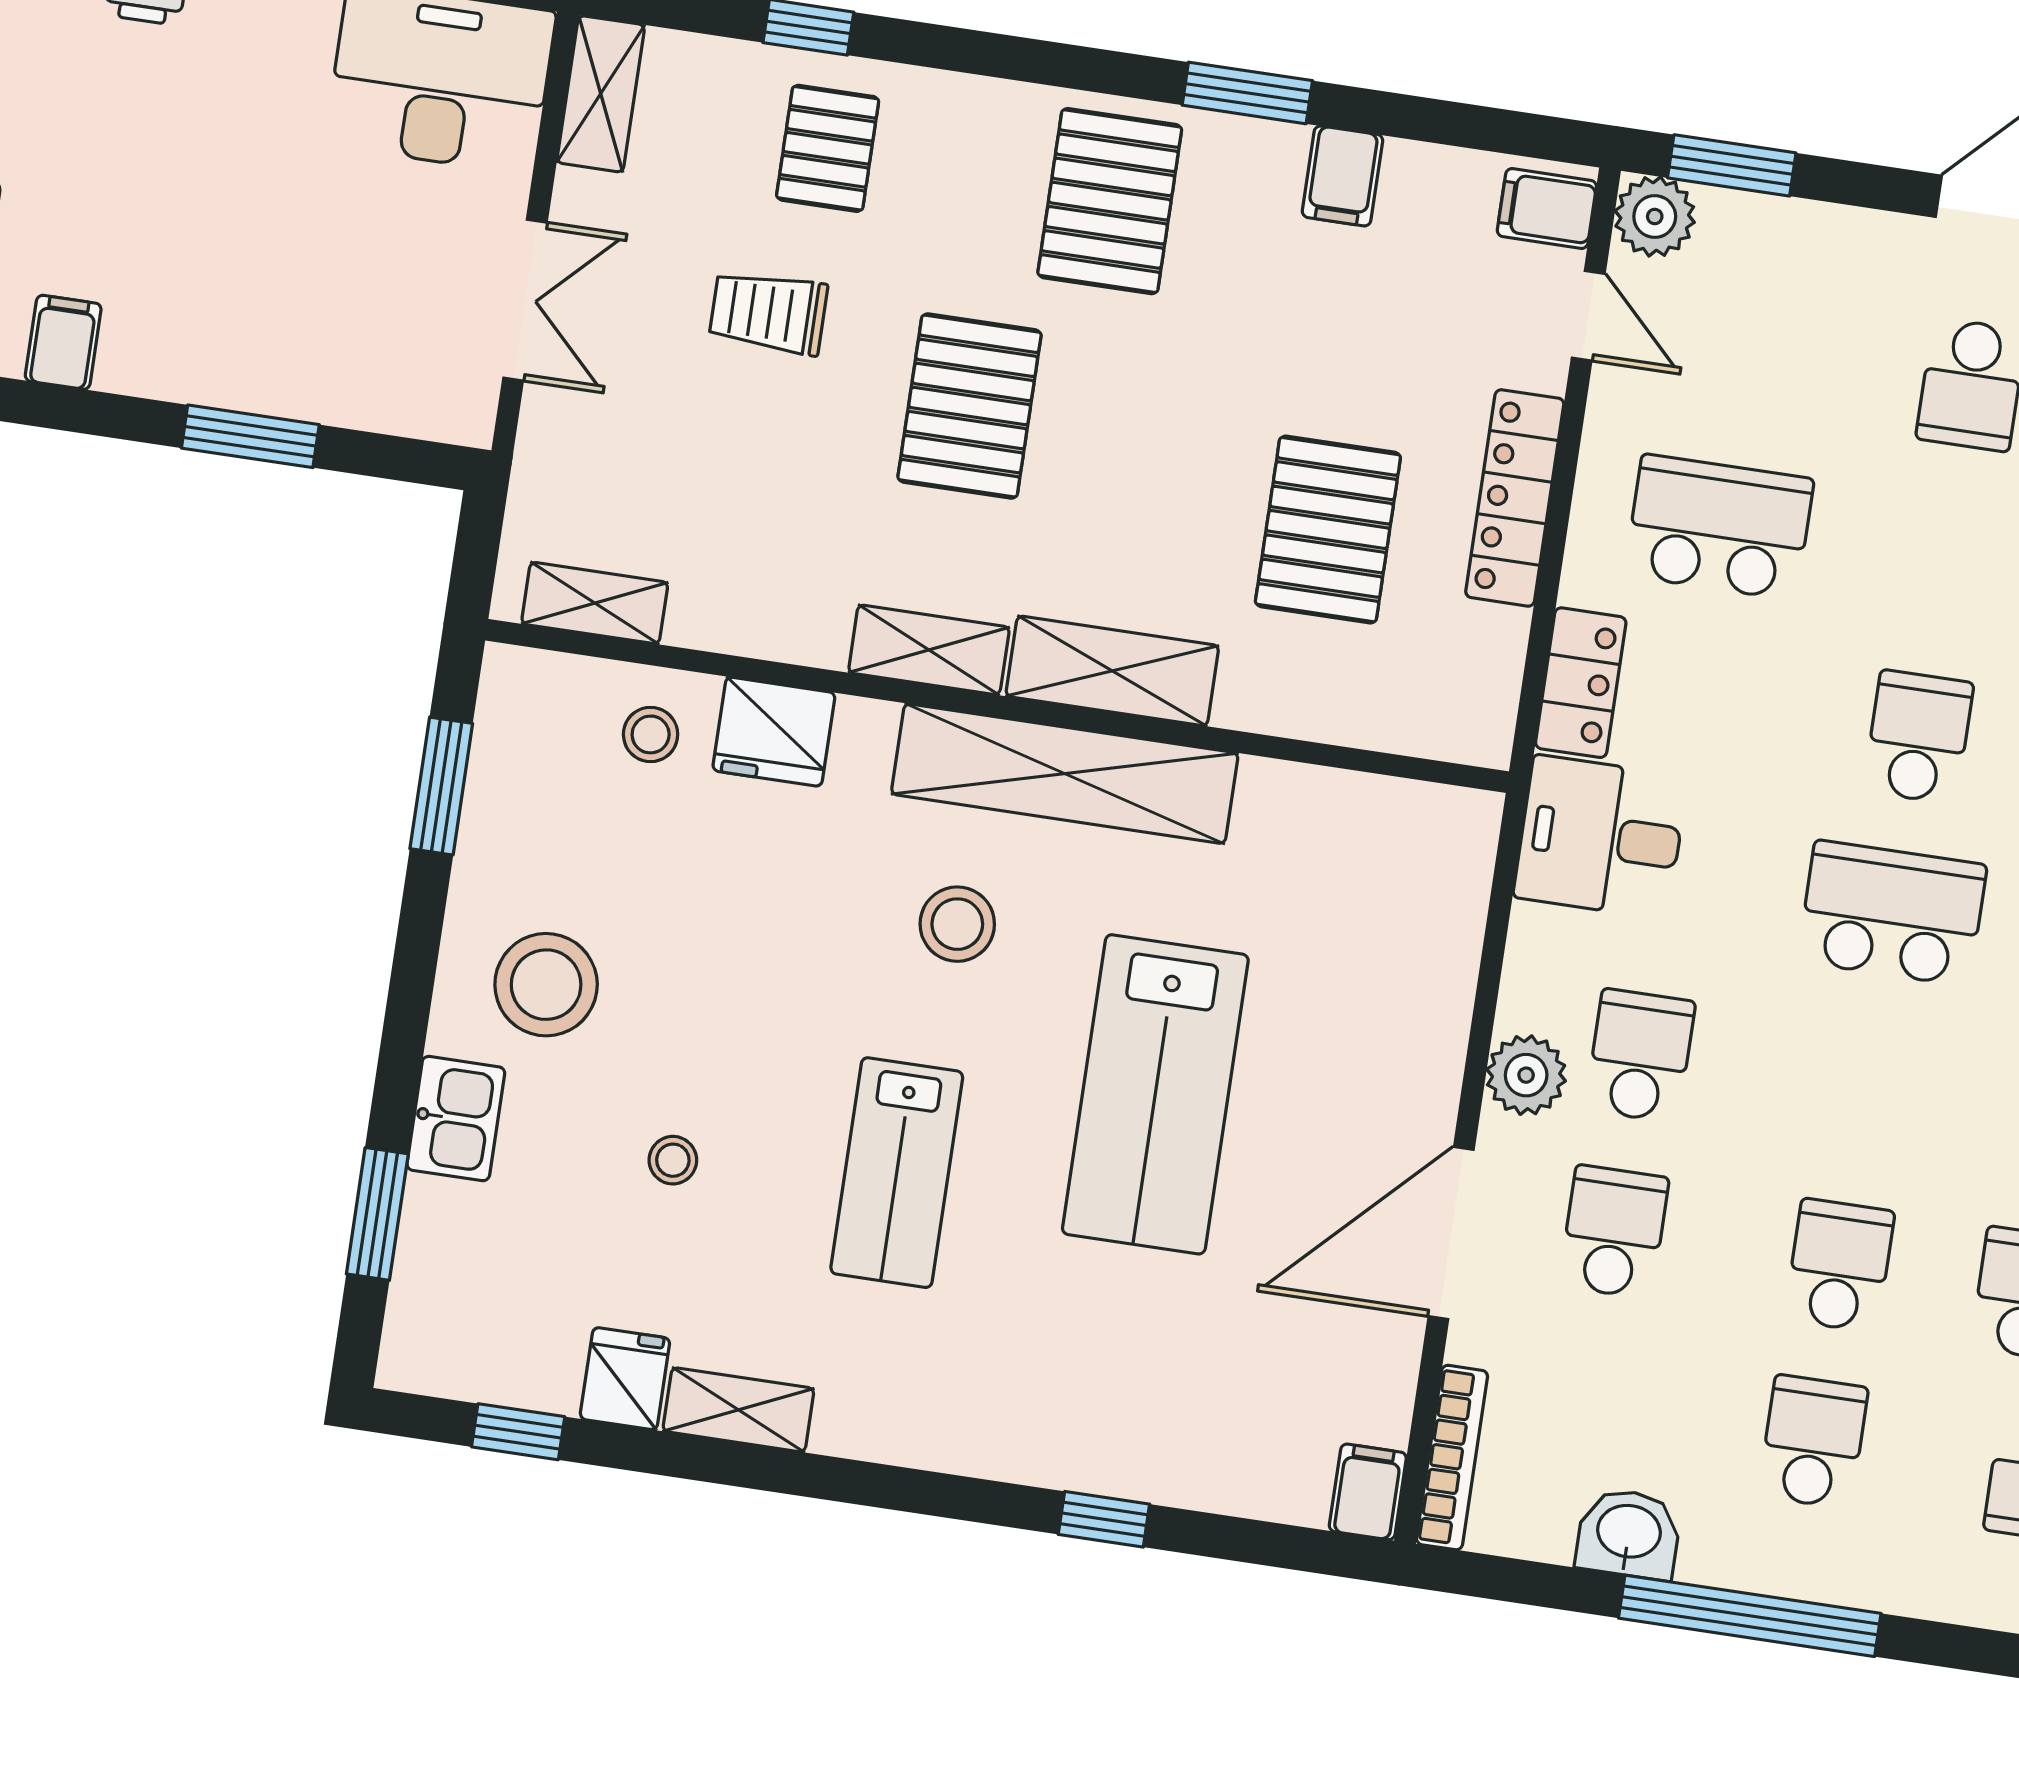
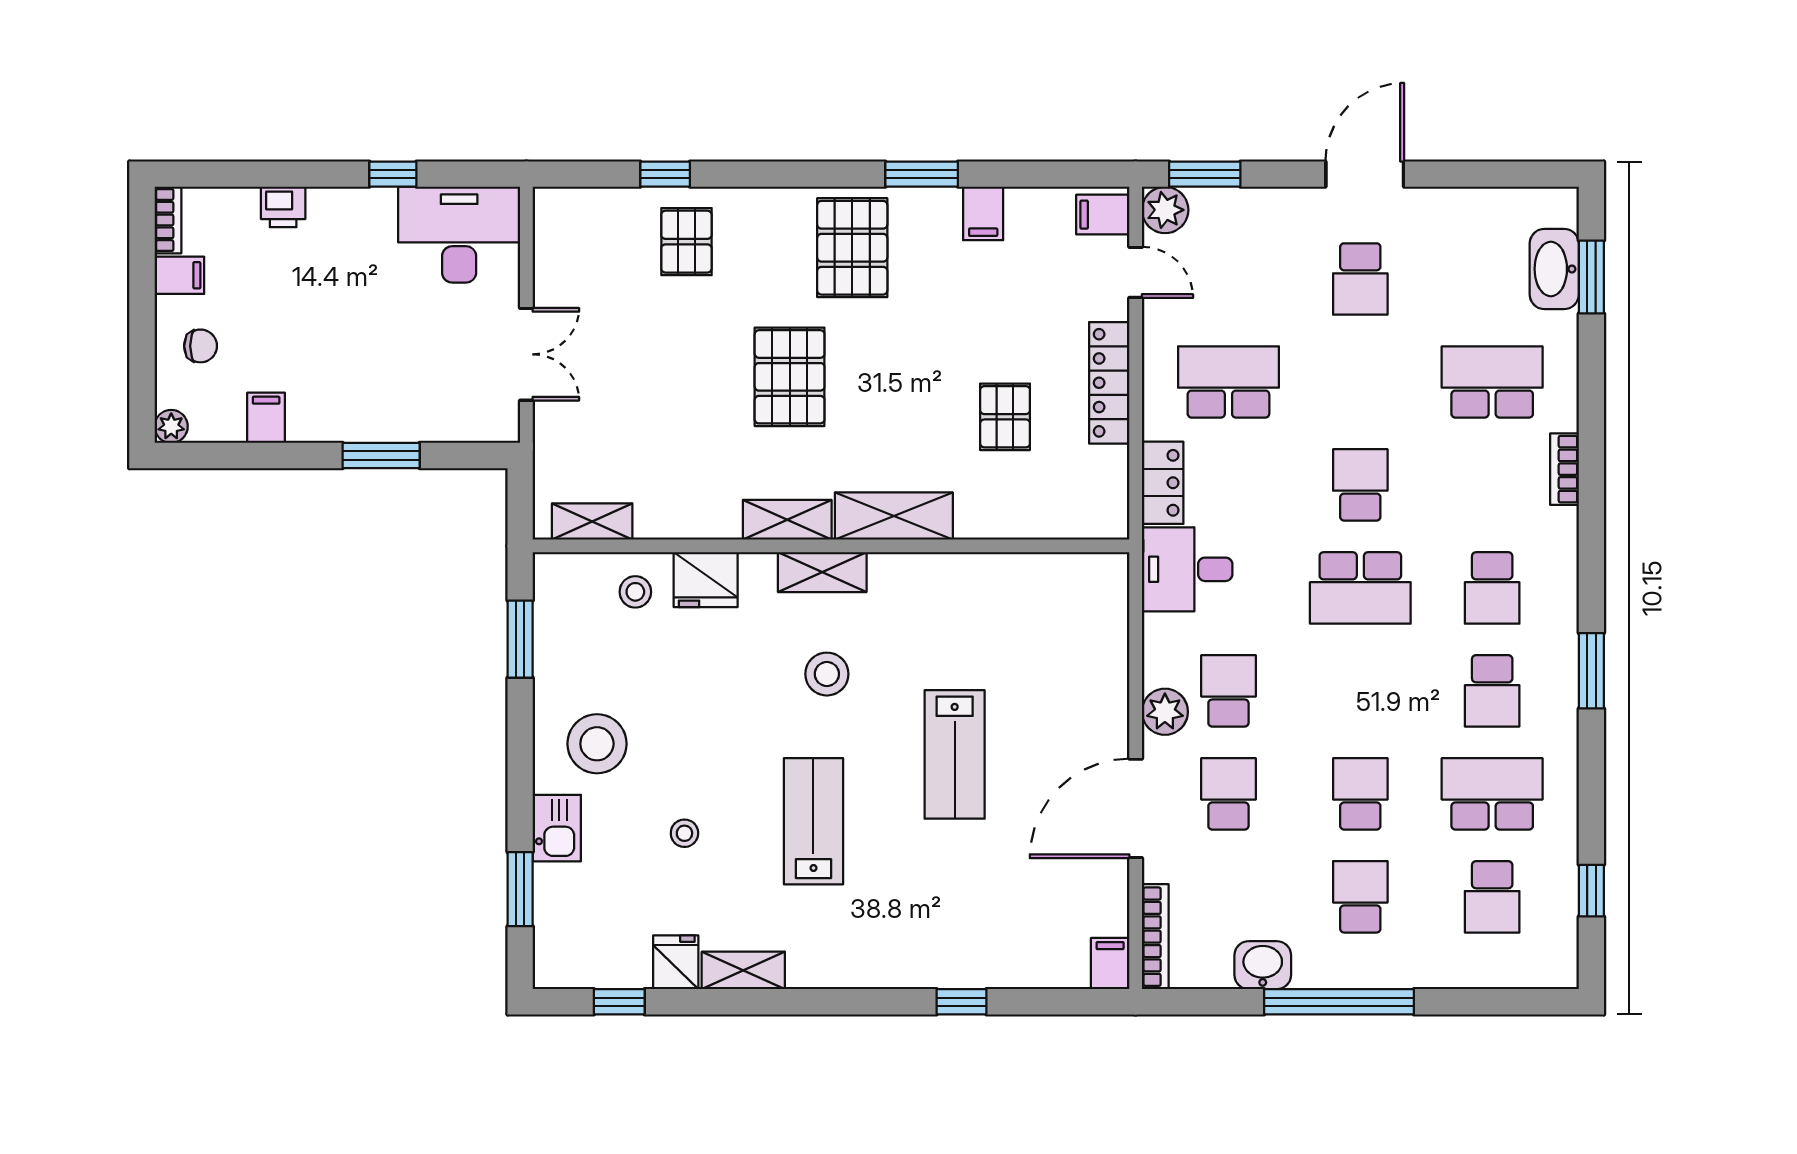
shelving: (601, 94) -> (552, 230), removed
trolley: (768, 312) -> (667, 341), removed
pallet: (1328, 530) -> (1005, 417), width x0.67, depth x0.71
shelving: (1065, 774) -> (822, 572), width x0.45, depth x0.75
school desk: (1892, 913) -> (1360, 588), turned 180
lab bench: (1155, 1094) -> (955, 754), width x0.73, depth x0.72
lab bench: (897, 1173) -> (813, 821), turned 180

